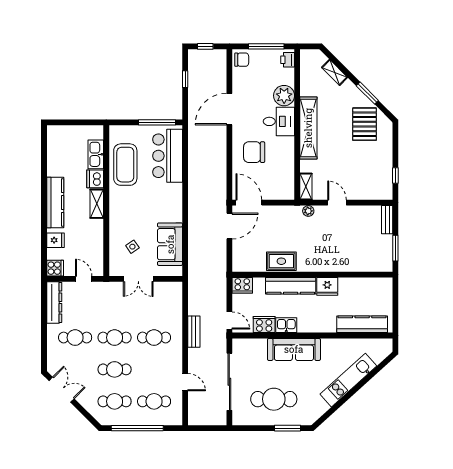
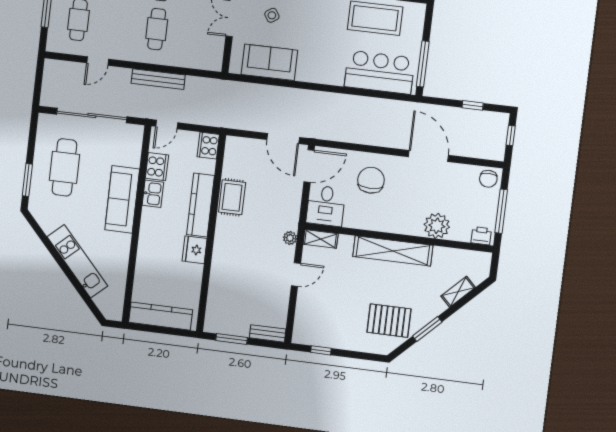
desk: (279, 121) -> (326, 206), moved
kitchen counter: (362, 324) -> (161, 316), moved, turned -90
bench: (194, 332) -> (158, 79), width x1.36

